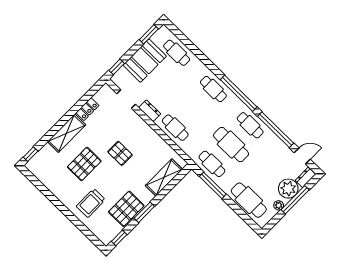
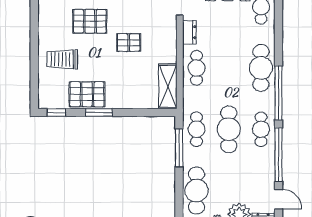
cafe table: (213, 89) -> (261, 68), width x1.37, depth x1.35
pallet: (120, 153) -> (129, 43), turned 90
shelving: (164, 177) -> (168, 86), moved, turned 90

